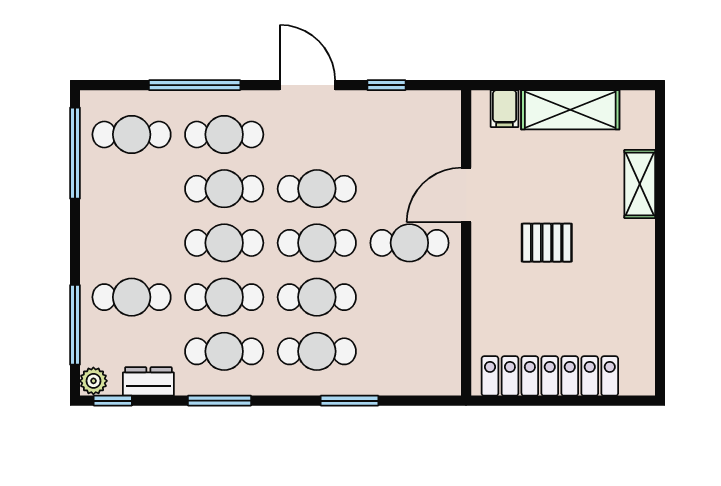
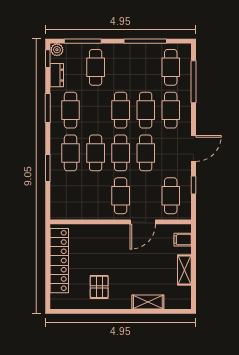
window: (195, 85) -> (194, 82), moved
shelving: (570, 110) -> (184, 270), width x0.67, depth x0.75
window: (75, 153) -> (145, 41), moved
door: (466, 195) -> (143, 222), swing flipped
pallet: (547, 243) -> (99, 287), moved
cafe table: (224, 297) -> (171, 196), moved

